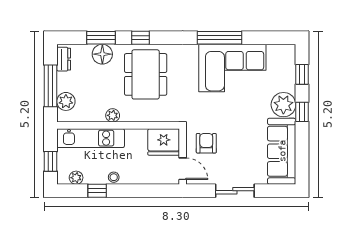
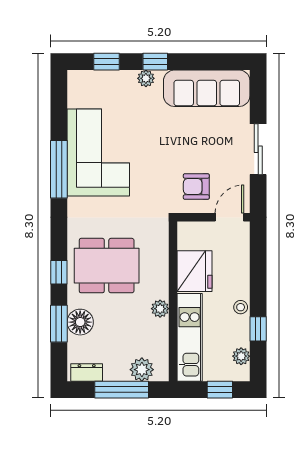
plant: (283, 105) -> (146, 78), width x0.53, depth x0.53
fridge: (164, 142) -> (195, 271), moved

